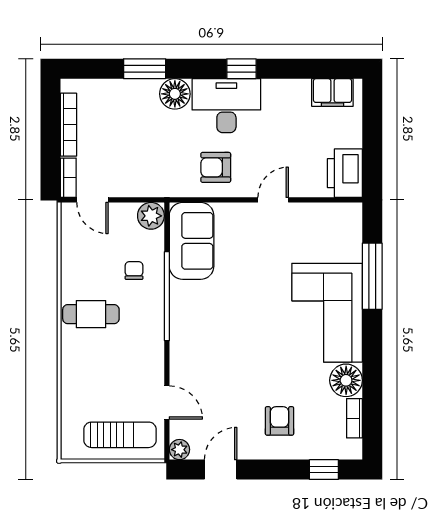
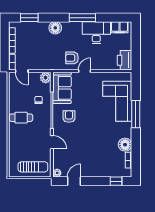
window: (145, 69) -> (29, 18), moved
window: (241, 69) -> (82, 18), width x2.17
desk: (226, 106) -> (96, 33), moved
door: (273, 200) -> (84, 71), moved
window: (372, 276) -> (136, 114), moved
corner sofa: (327, 313) -> (117, 101), moved
door: (167, 403) -> (52, 142), moved
armchair: (280, 421) -> (69, 117), moved

